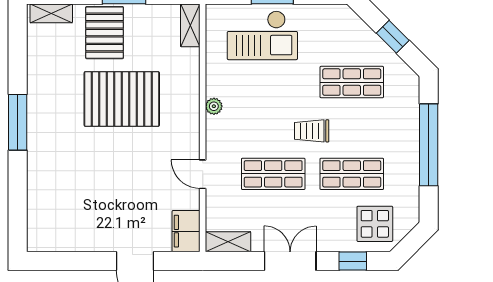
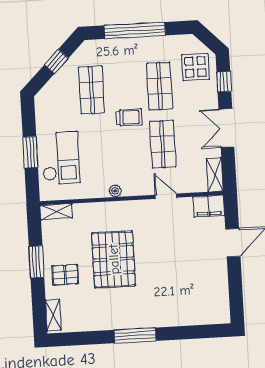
pallet: (105, 33) -> (65, 275), width x0.67, depth x0.71
trolley: (312, 131) -> (129, 117), turned -90
door: (203, 174) -> (166, 196), swing flipped

